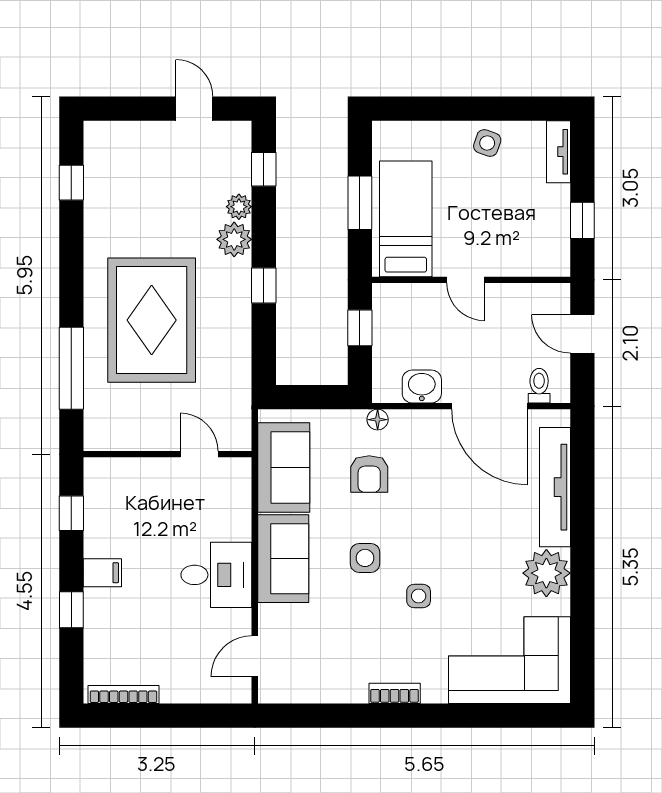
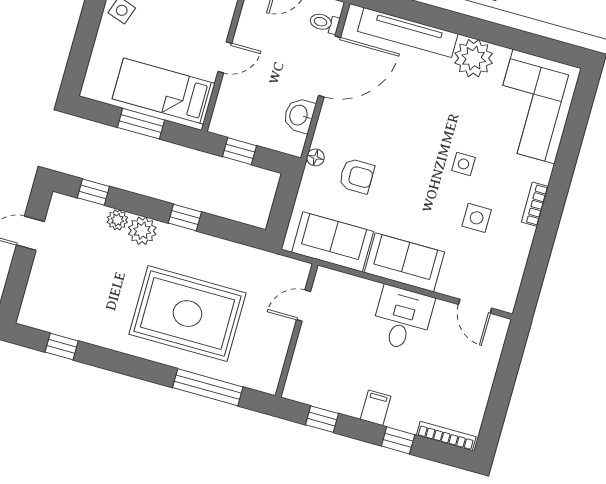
side table: (365, 558) -> (477, 218), moved
bookcase: (123, 695) -> (446, 436), moved, turned 90

